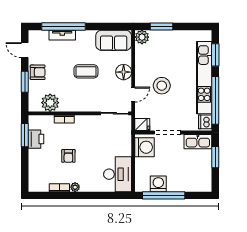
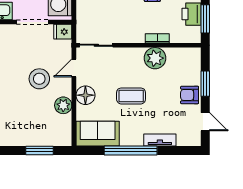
window: (64, 26) -> (131, 150), moved
plant: (142, 37) -> (63, 105), moved
plant: (50, 103) -> (155, 58), moved

